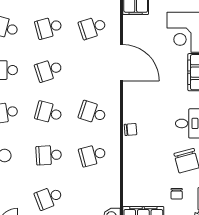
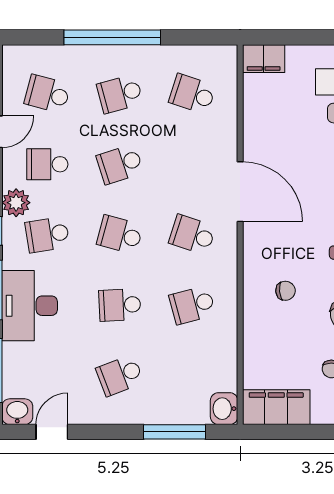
school desk: (93, 28) -> (192, 94), turned 36
door: (121, 63) -> (240, 192), moved
chair: (131, 129) -> (285, 291), moved

